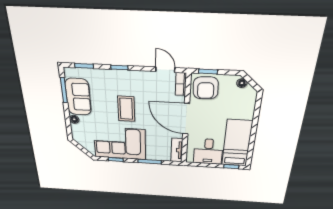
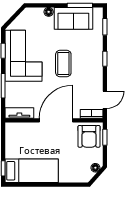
armchair: (206, 88) -> (89, 136), turned -87
coffee table: (126, 109) -> (63, 64), turned 90
desk: (208, 151) -> (20, 144), removed

